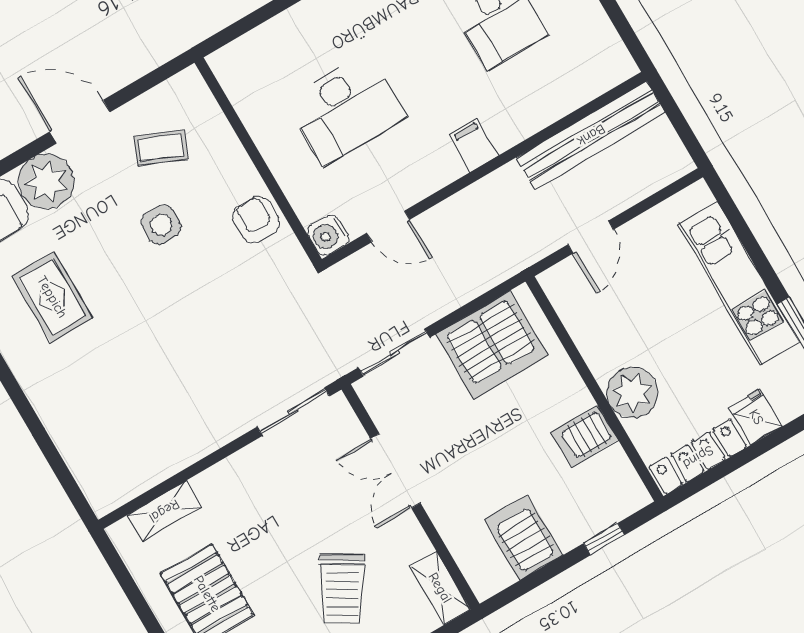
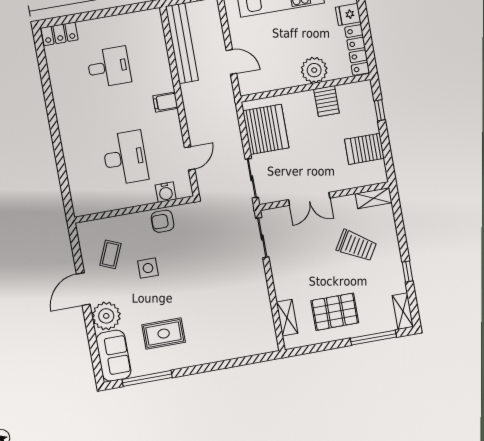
water cooler: (328, 235) -> (166, 192), moved

